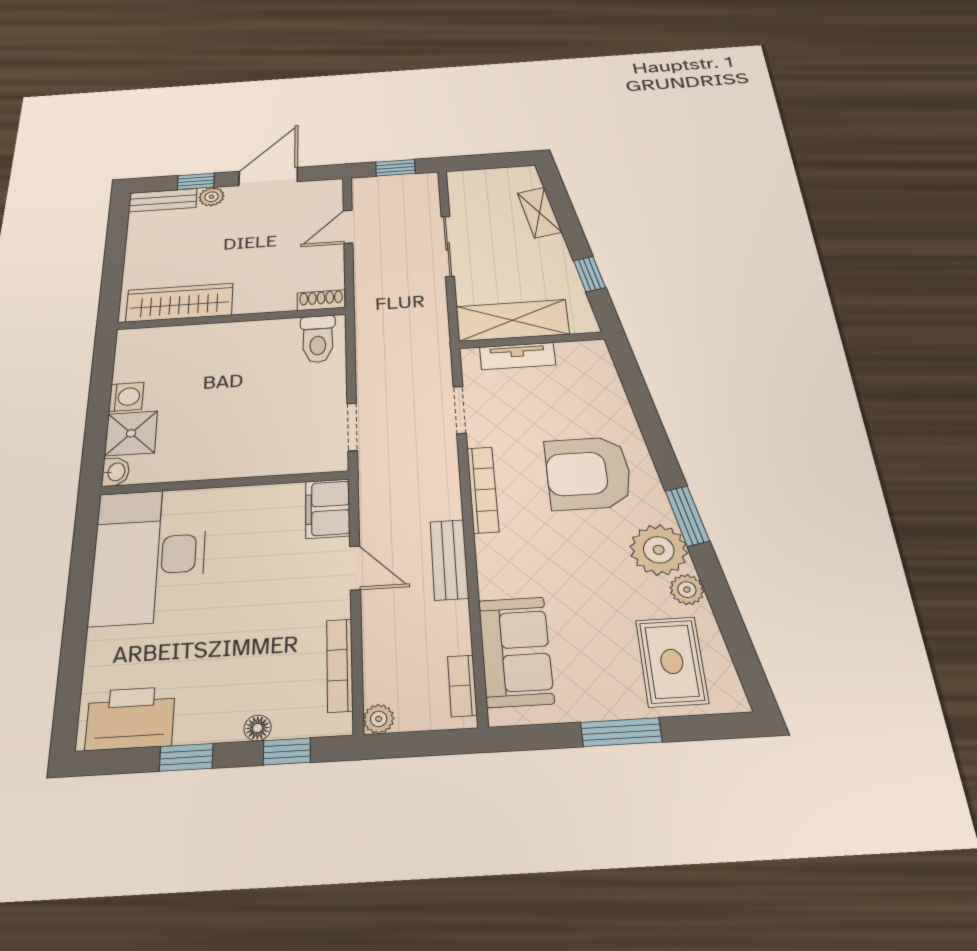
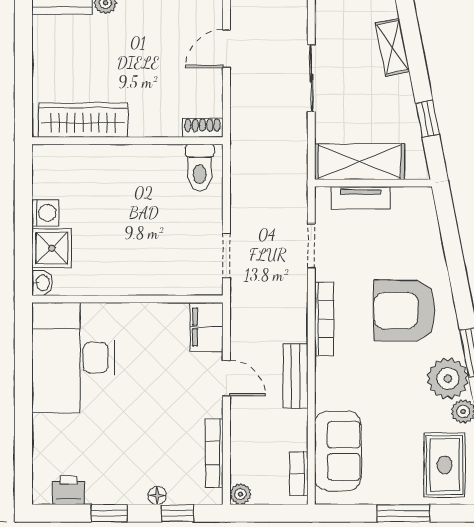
printer: (130, 718) -> (69, 490), width x0.53, depth x0.68

